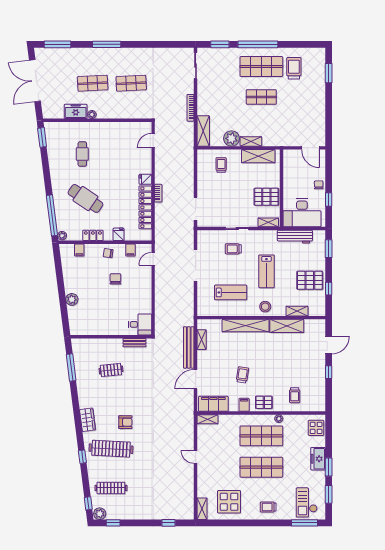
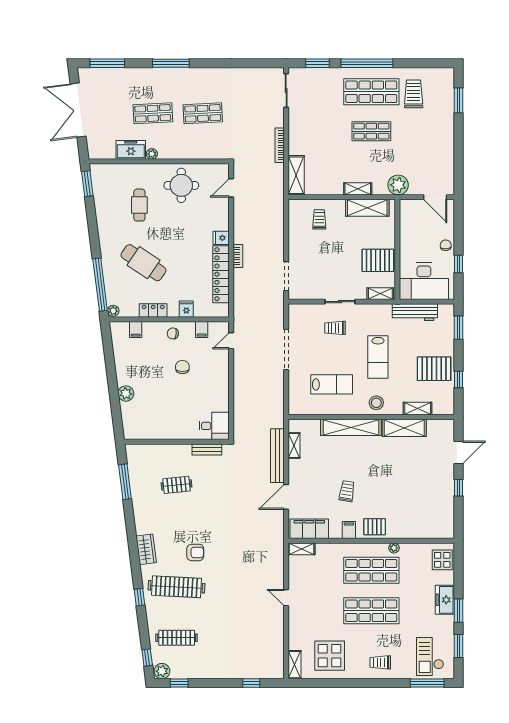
plant: (232, 138) -> (398, 185), moved
round table: (115, 139) -> (181, 185), added
trolley: (295, 395) -> (414, 518), removed

